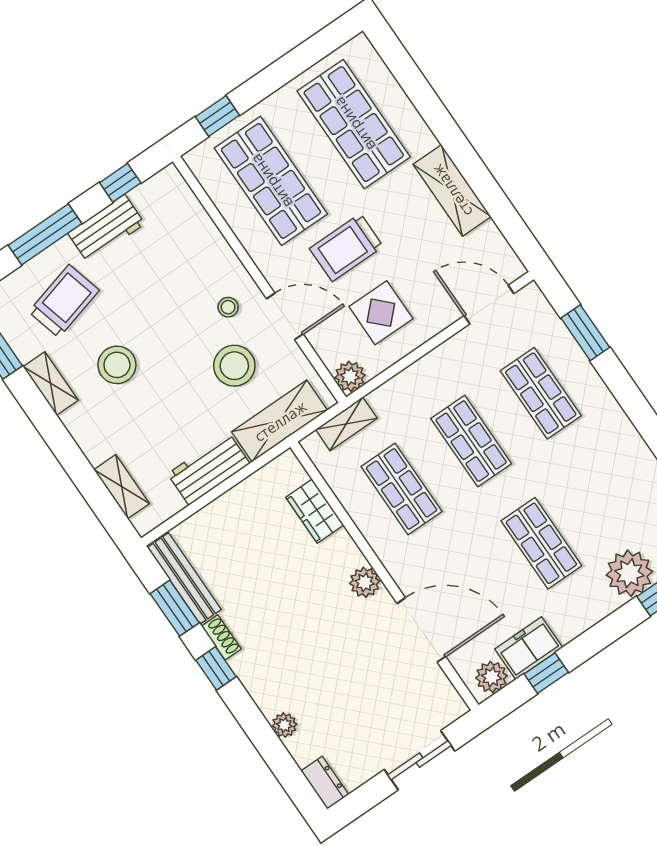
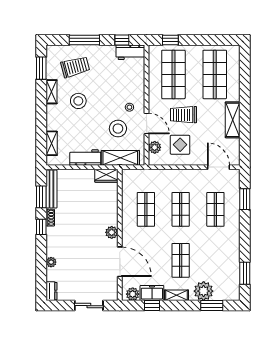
workbench: (106, 229) -> (130, 52), moved
plant: (350, 376) -> (155, 147), moved
shelving: (346, 424) -> (176, 295), moved
wardrobe: (315, 511) -> (106, 176), moved, turned -90

